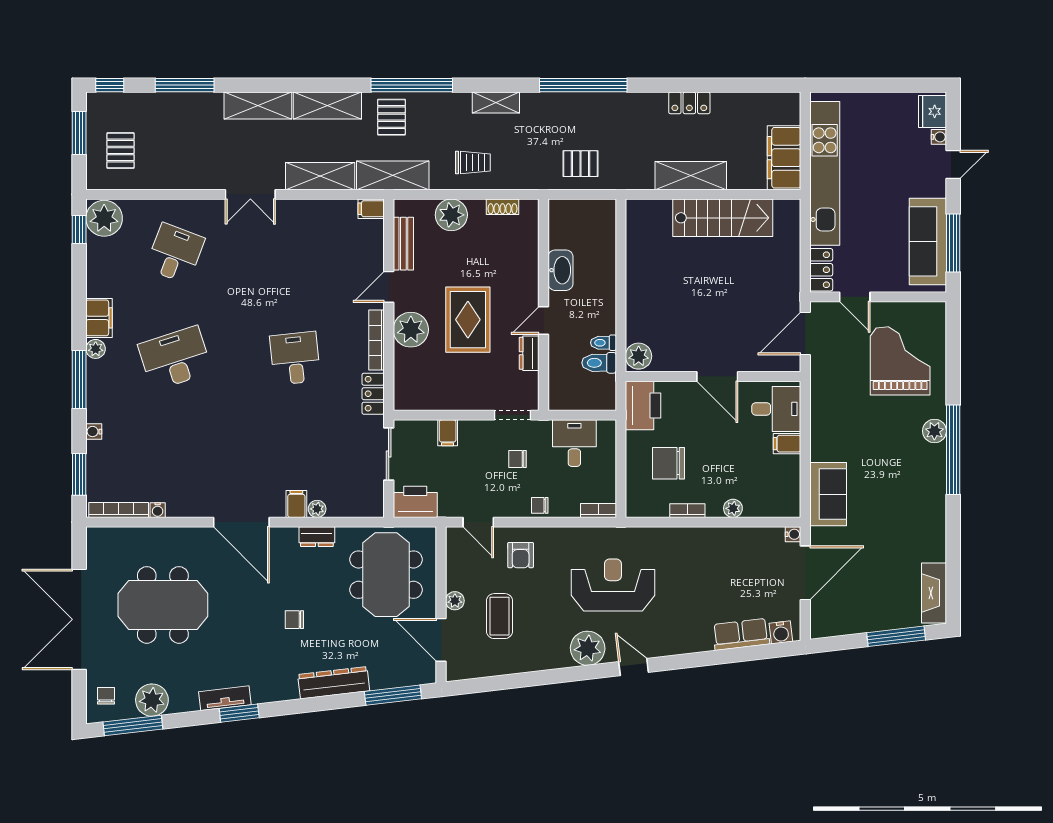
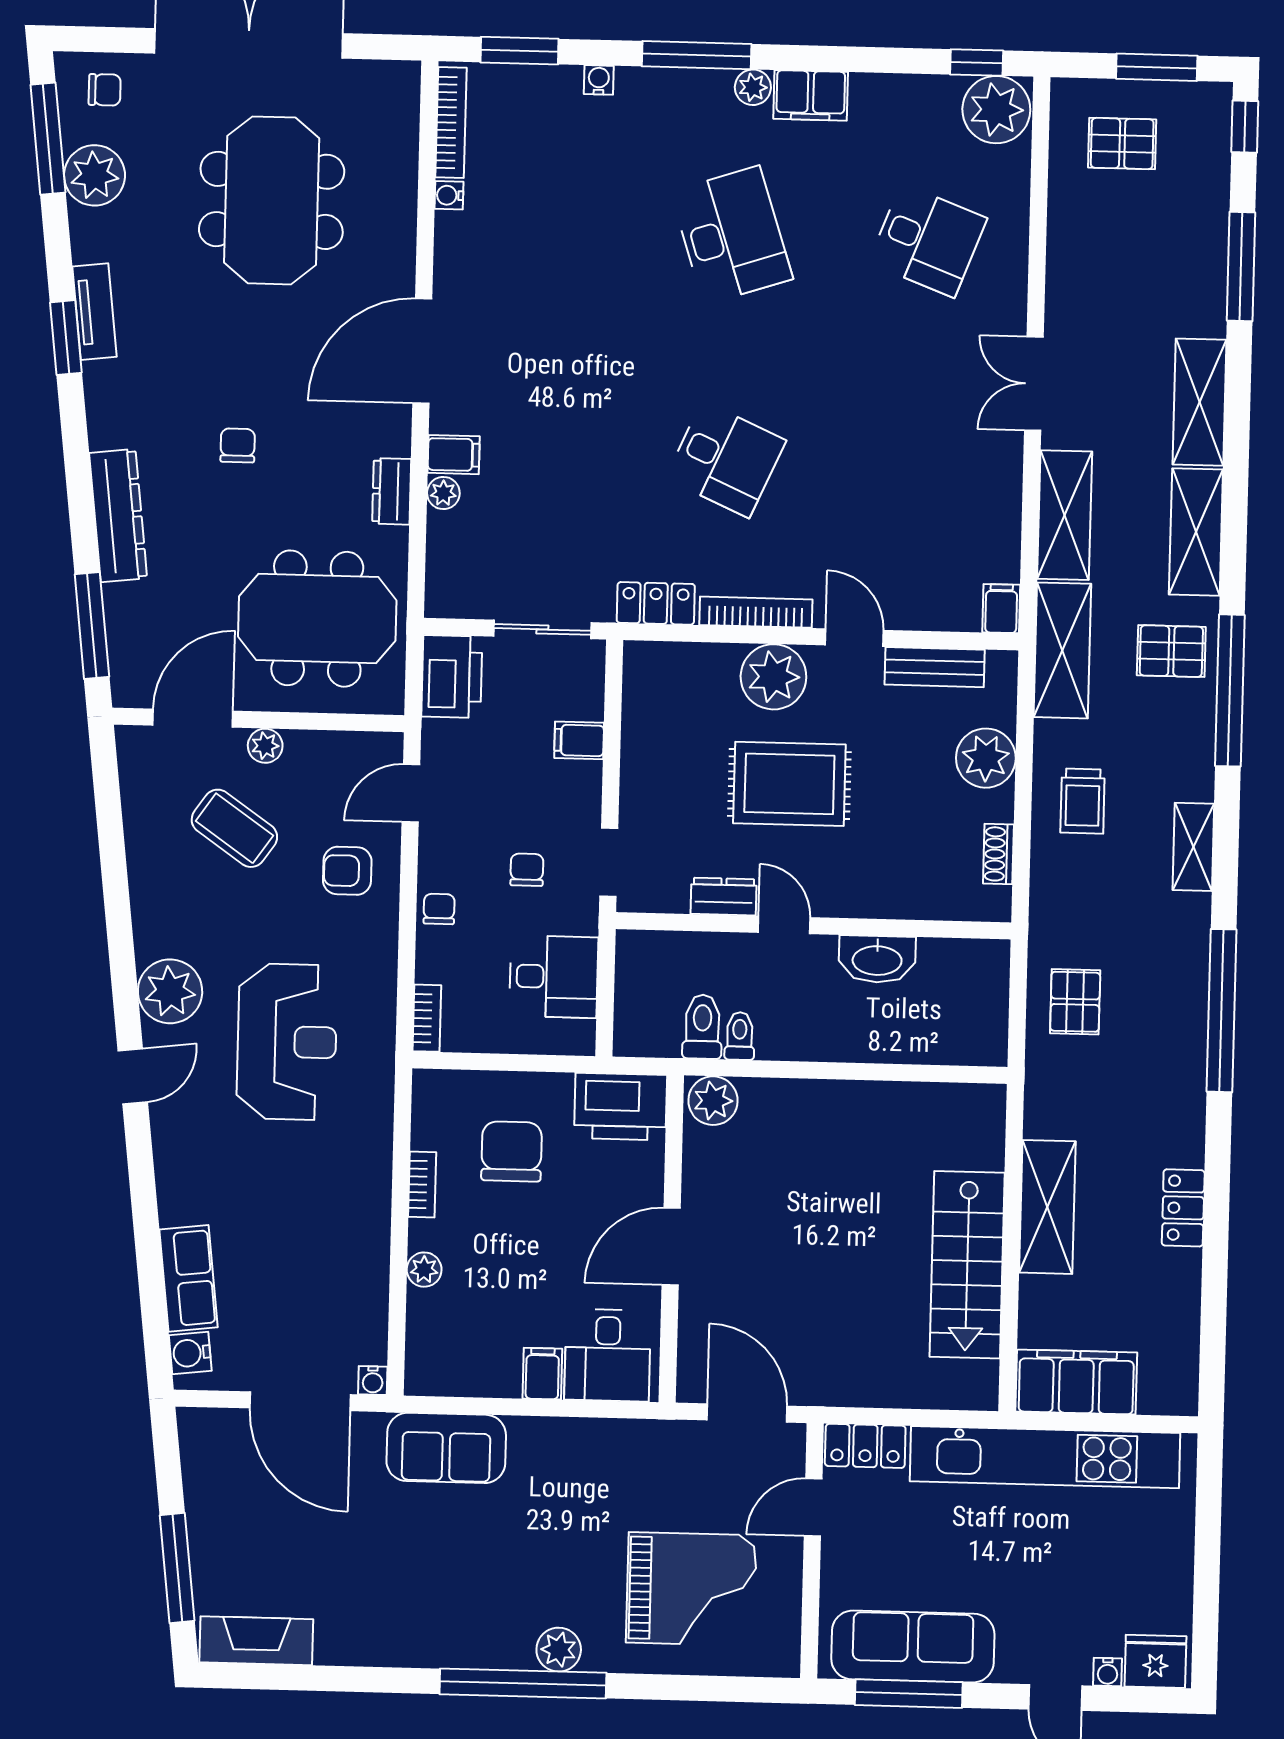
desk: (295, 358) -> (726, 459), turned 30
coffee table: (499, 616) -> (234, 828), turned 35

